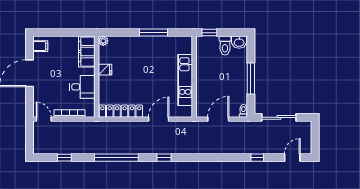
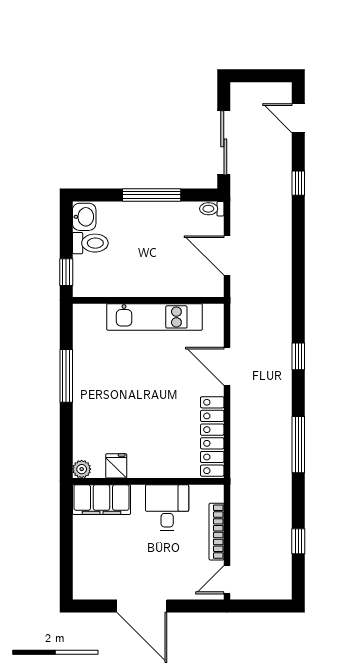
filing cabinet: (40, 46) -> (91, 586), removed
fridge: (105, 70) -> (116, 466), moved
window: (116, 158) -> (298, 445), width x0.68

